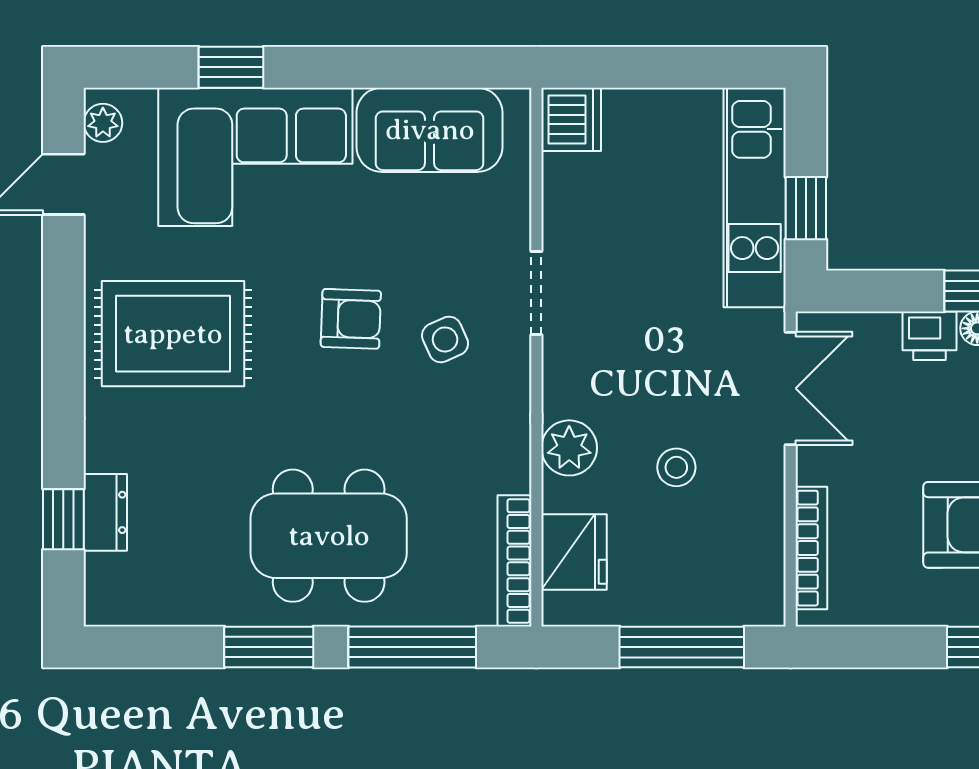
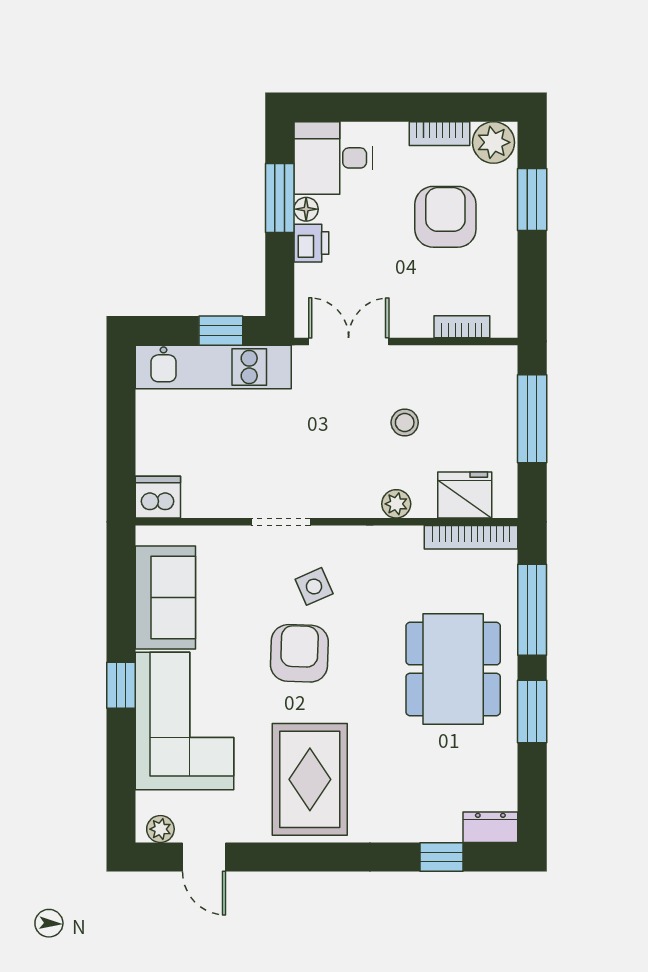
window: (231, 67) -> (121, 685), moved
armchair: (351, 319) -> (299, 653), width x1.38, depth x1.38
plant: (569, 448) -> (396, 504), width x0.73, depth x0.73
dresser: (105, 512) -> (490, 827), moved
bookcase: (811, 548) -> (462, 327), width x0.64

